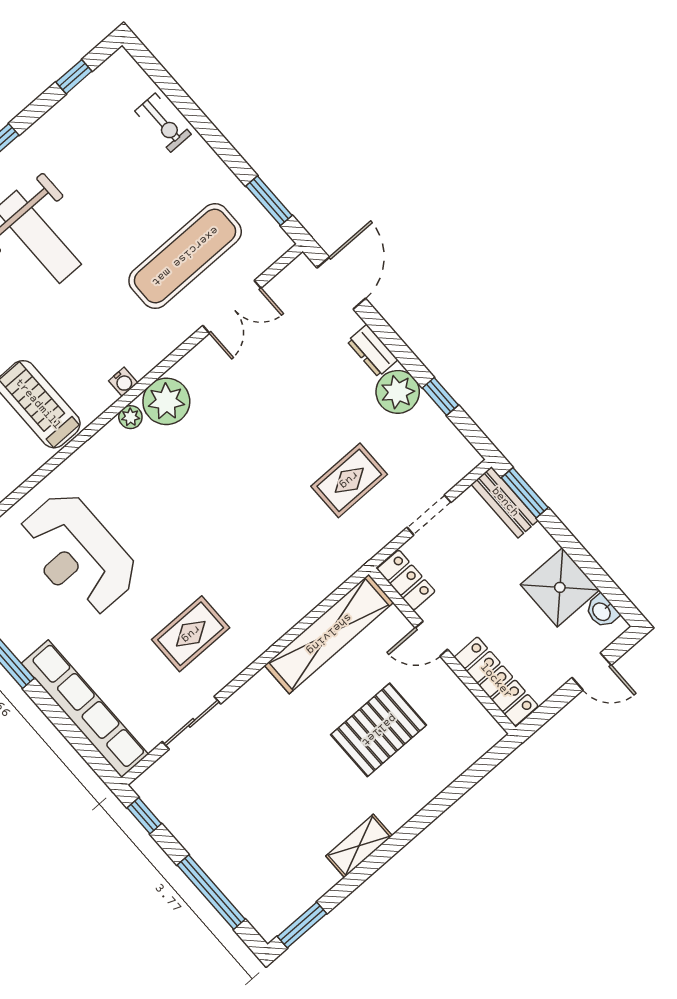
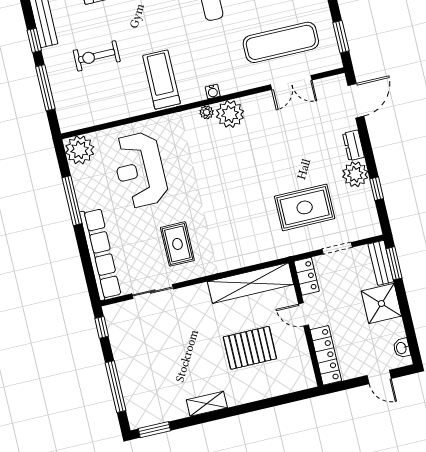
rug: (349, 480) -> (305, 207), width x1.36, depth x1.43
shower: (560, 587) -> (381, 304), moved
rug: (191, 634) -> (177, 244), turned 90

